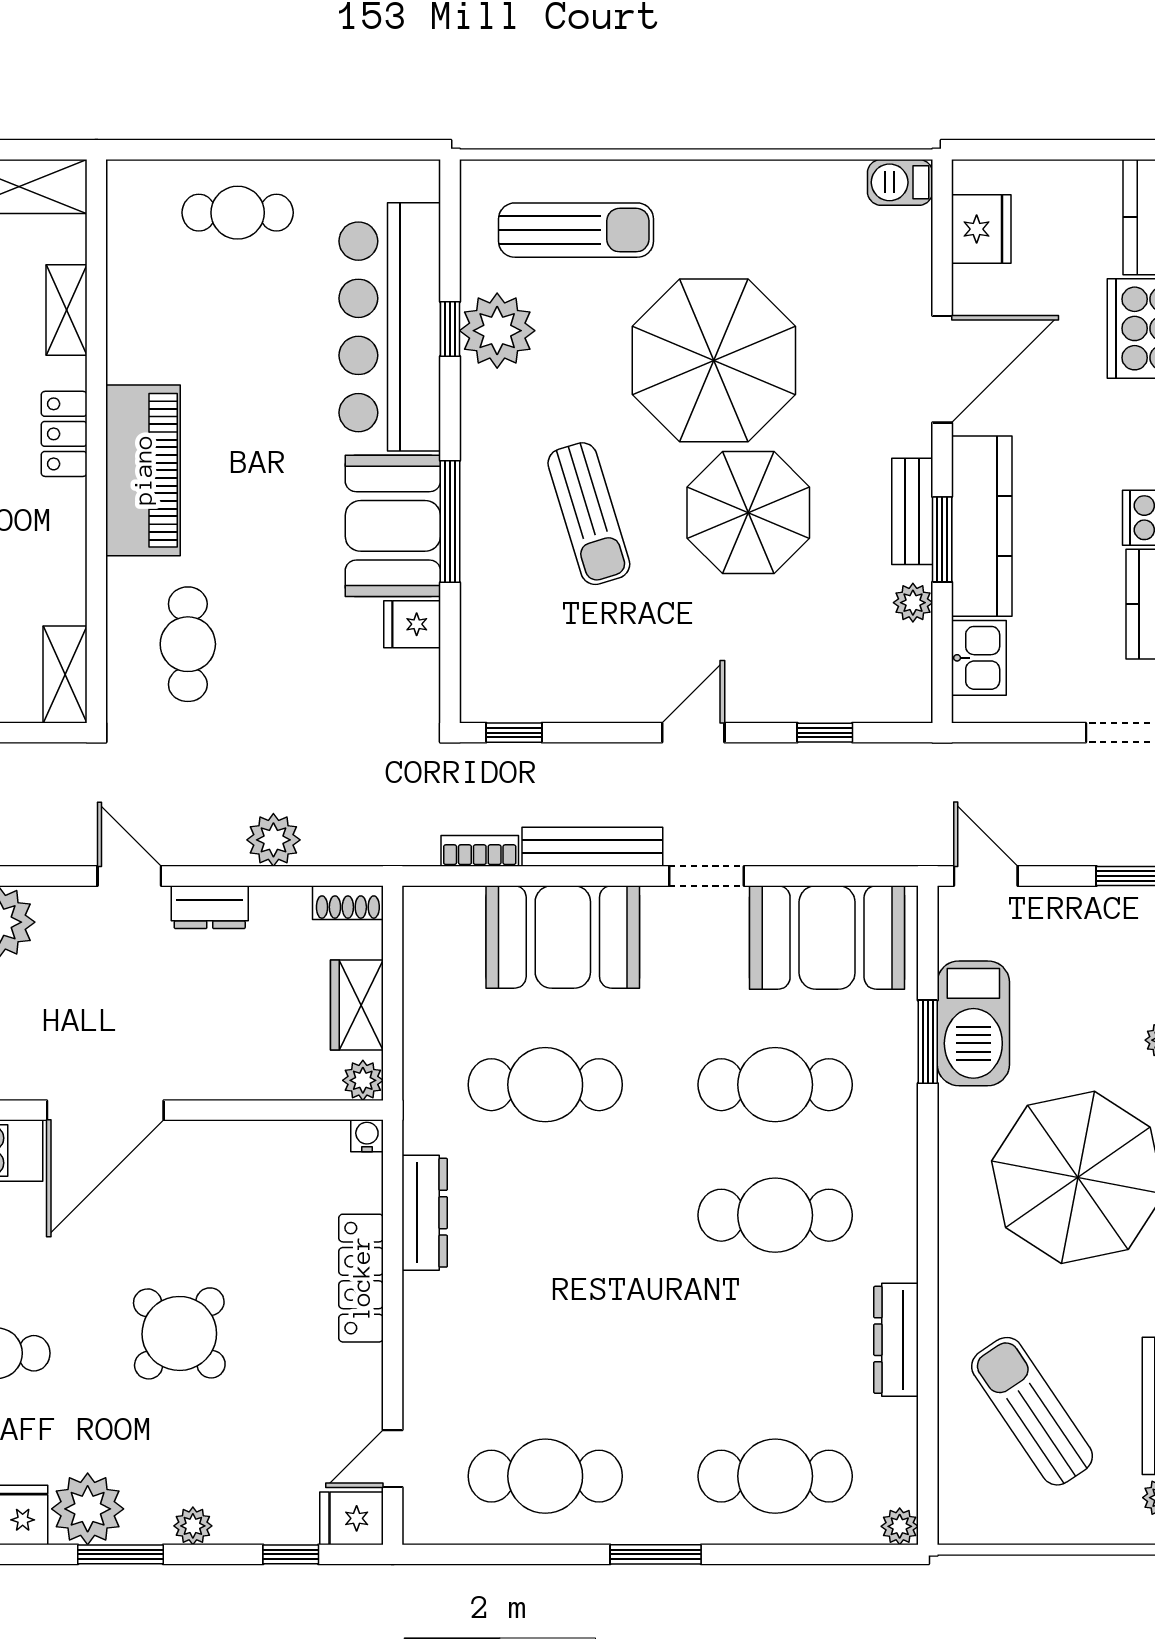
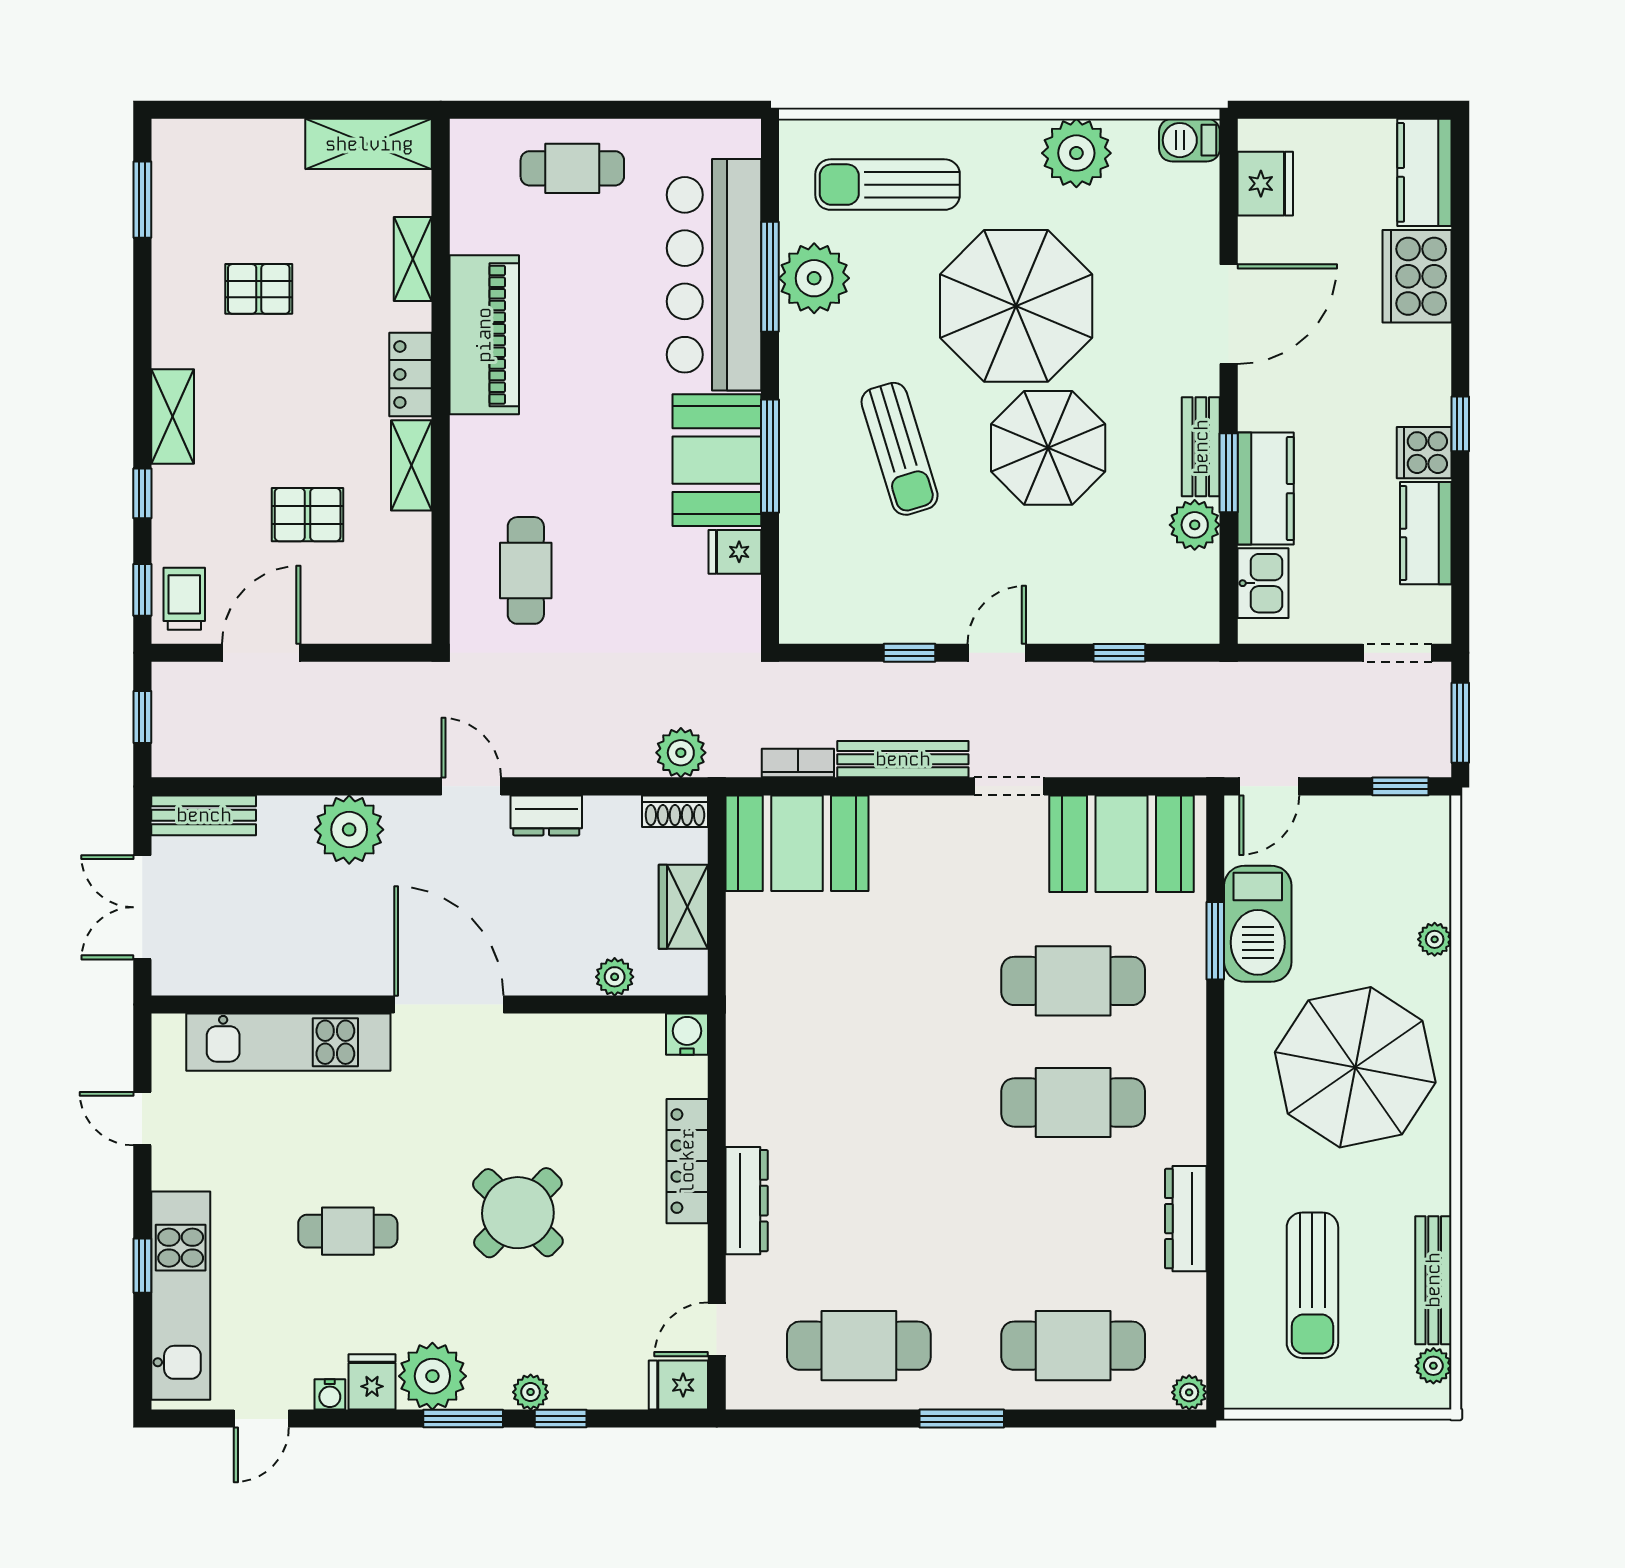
plant: (779, 196) -> (1076, 153), added
sun lounger: (576, 230) -> (888, 185), turned 180
window: (450, 329) -> (770, 277), width x2.17
piano: (143, 470) -> (484, 335), moved
kitchen counter: (982, 526) -> (1266, 489), width x0.67
plant: (913, 603) -> (1195, 525), width x1.38, depth x1.38
shelving: (65, 674) -> (411, 465), moved
window: (514, 733) -> (910, 653), moved
plant: (273, 840) -> (681, 753), moved
door: (986, 876) -> (1269, 786), swing flipped
booth: (563, 937) -> (797, 843), moved
plant: (363, 1080) -> (615, 977), moved
cafe table: (545, 1085) -> (859, 981), removed
door: (105, 1110) -> (449, 1005), swing flipped
water cooler: (367, 1136) -> (687, 1034), width x1.38, depth x1.38
dresser: (425, 1213) -> (747, 1201), moved
sun lounger: (1032, 1411) -> (1312, 1285), turned -146
window: (291, 1554) -> (561, 1419), moved

